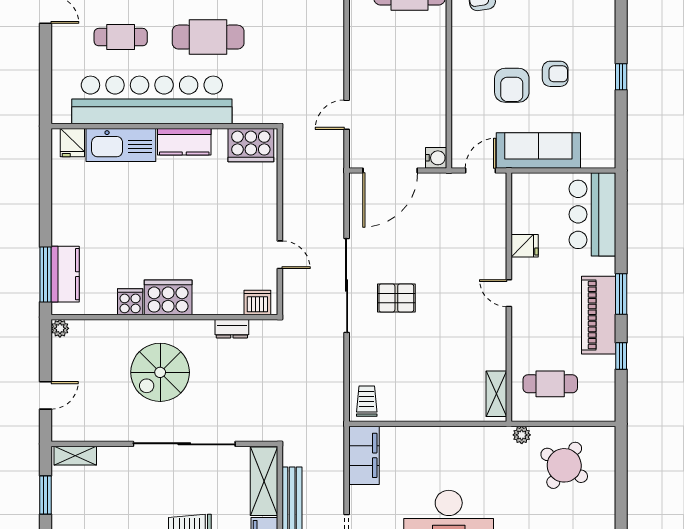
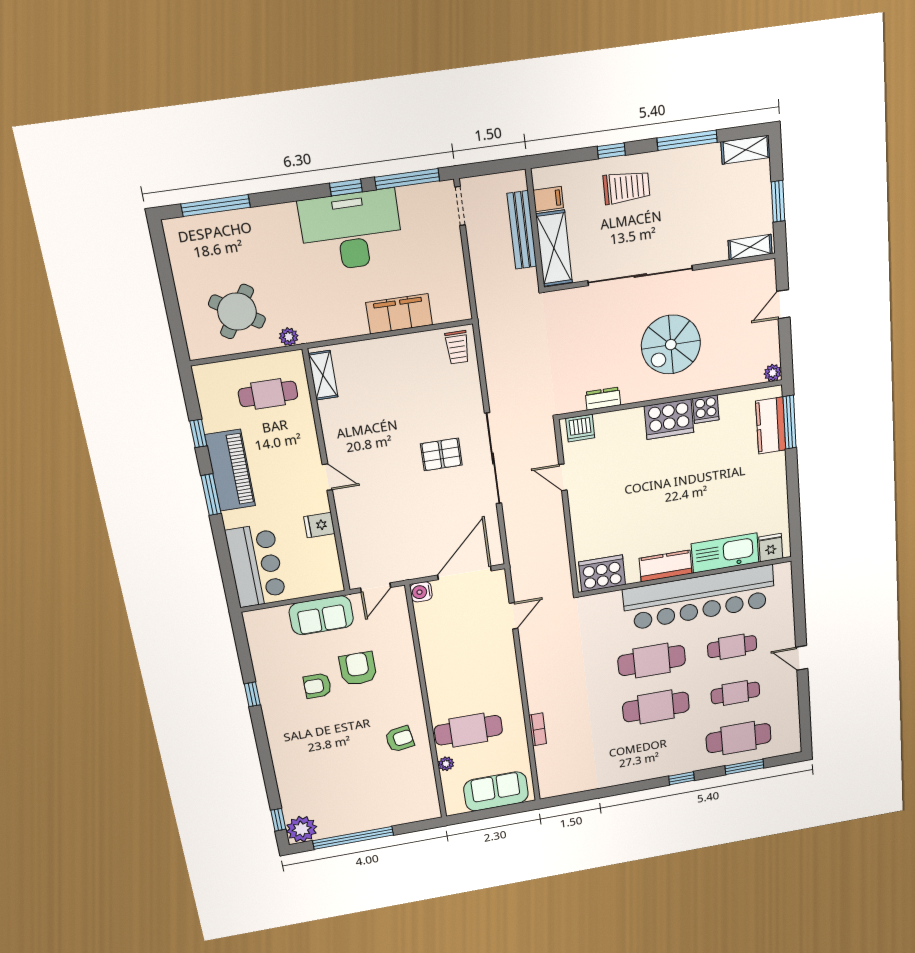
sofa: (538, 150) -> (321, 615), width x0.73
spiral stairs: (160, 372) -> (671, 345), turned 180
filing cabinet: (364, 455) -> (399, 314), moved, turned 90

